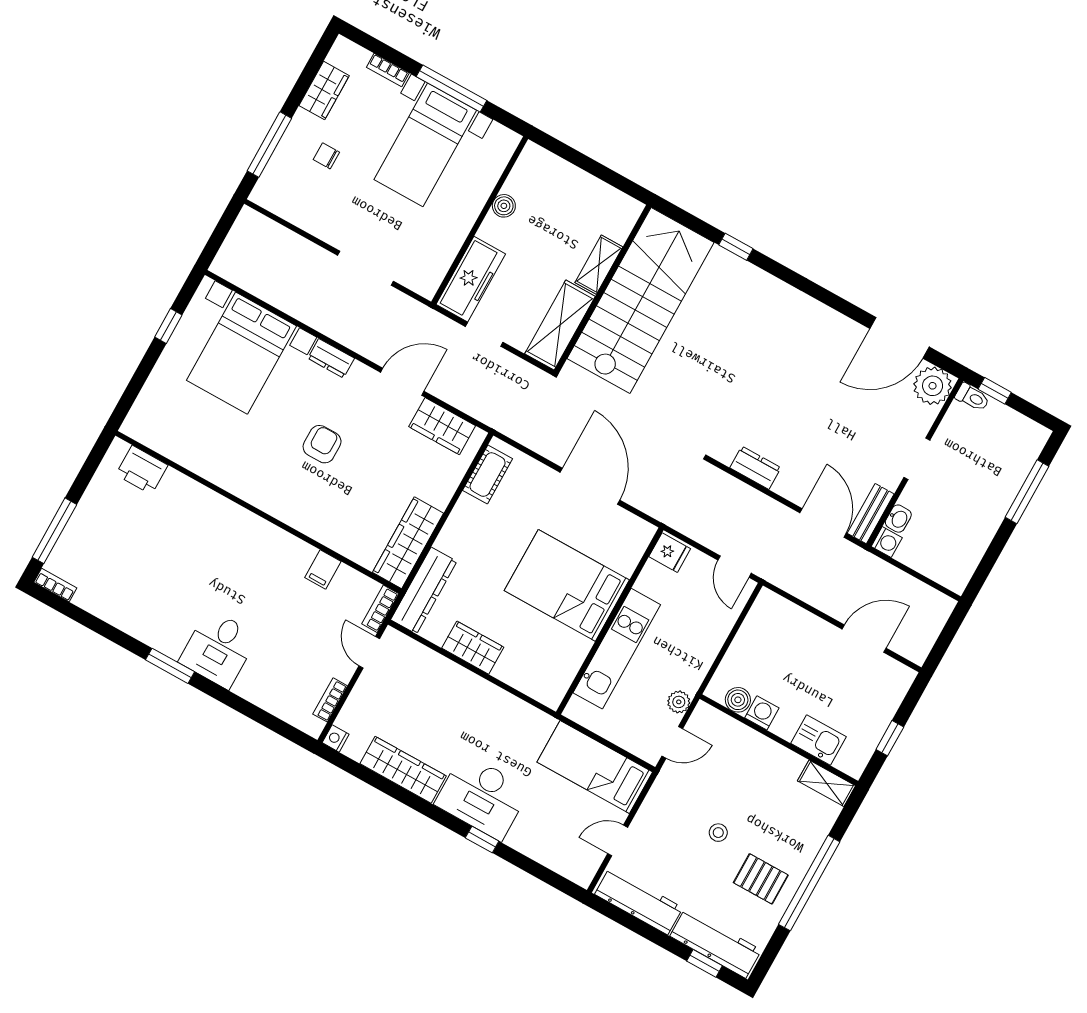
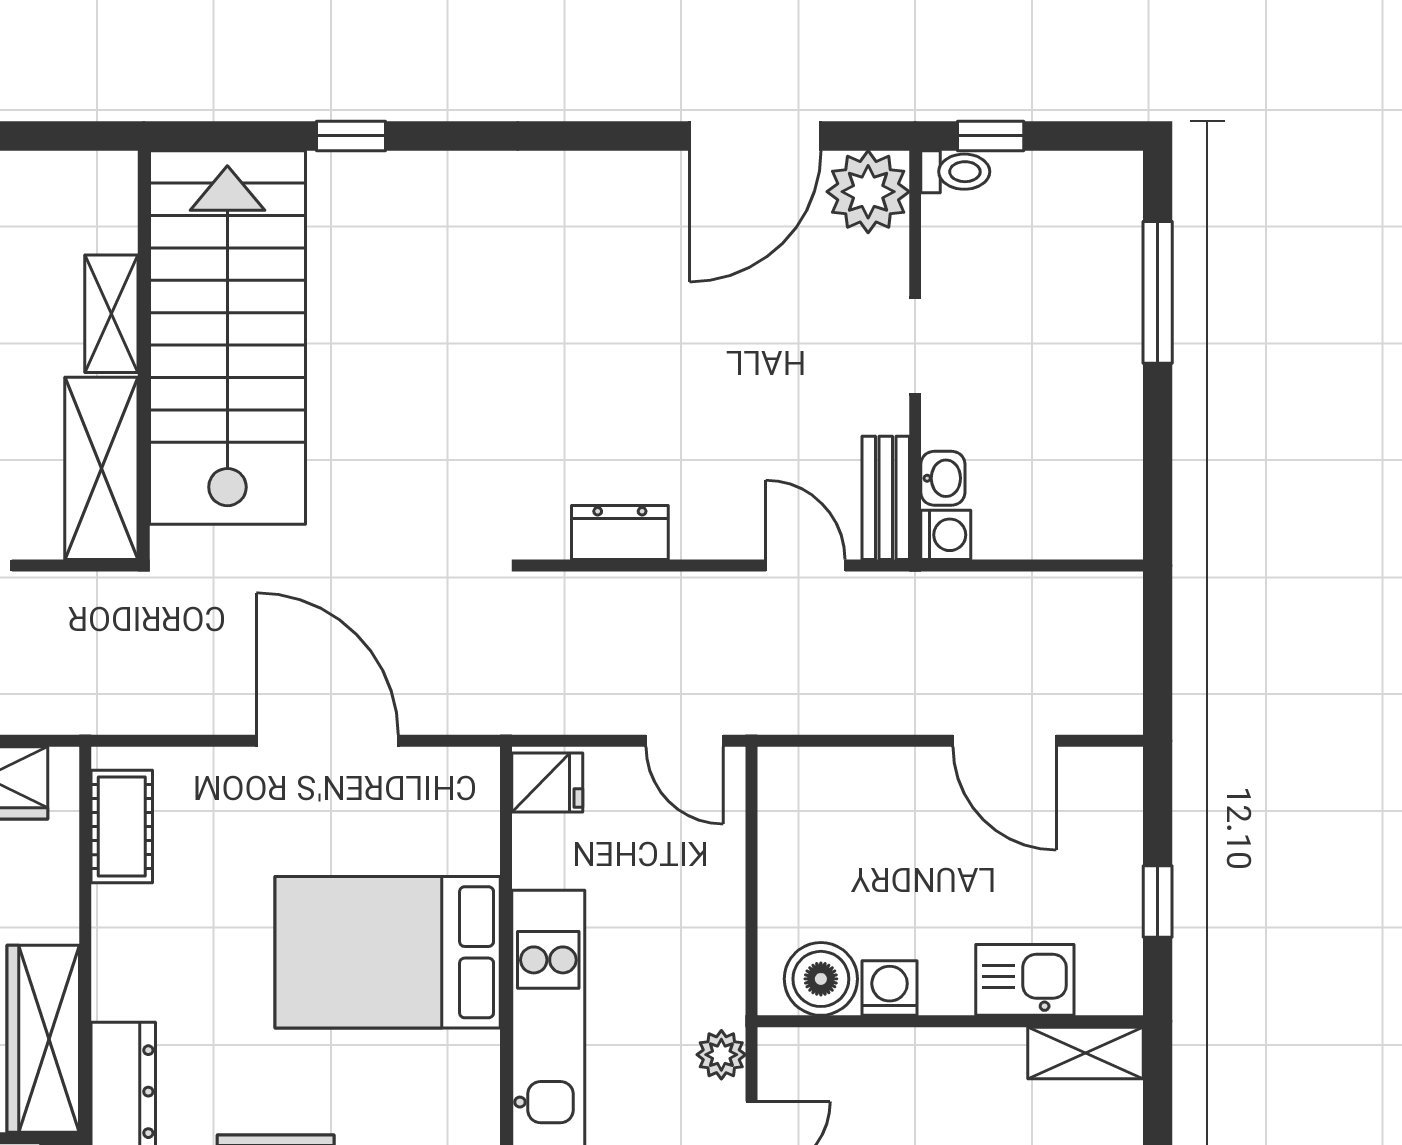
door: (823, 523) -> (806, 565), width x0.73
door: (864, 639) -> (1005, 741), swing flipped
boiler: (738, 700) -> (821, 979), width x1.36, depth x1.36

